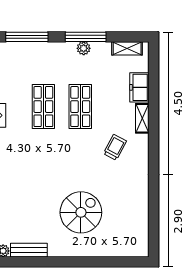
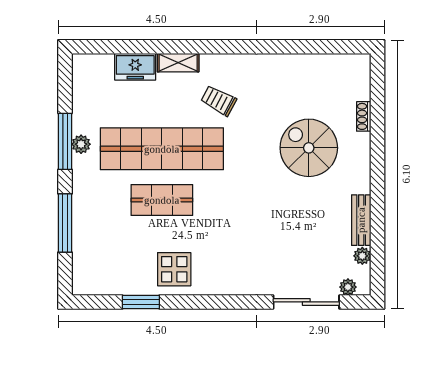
shelving: (127, 48) -> (81, 84), removed
shop shelf: (80, 107) -> (162, 149), width x2.00, depth x1.36
shoe rack: (104, 252) -> (364, 116), added

